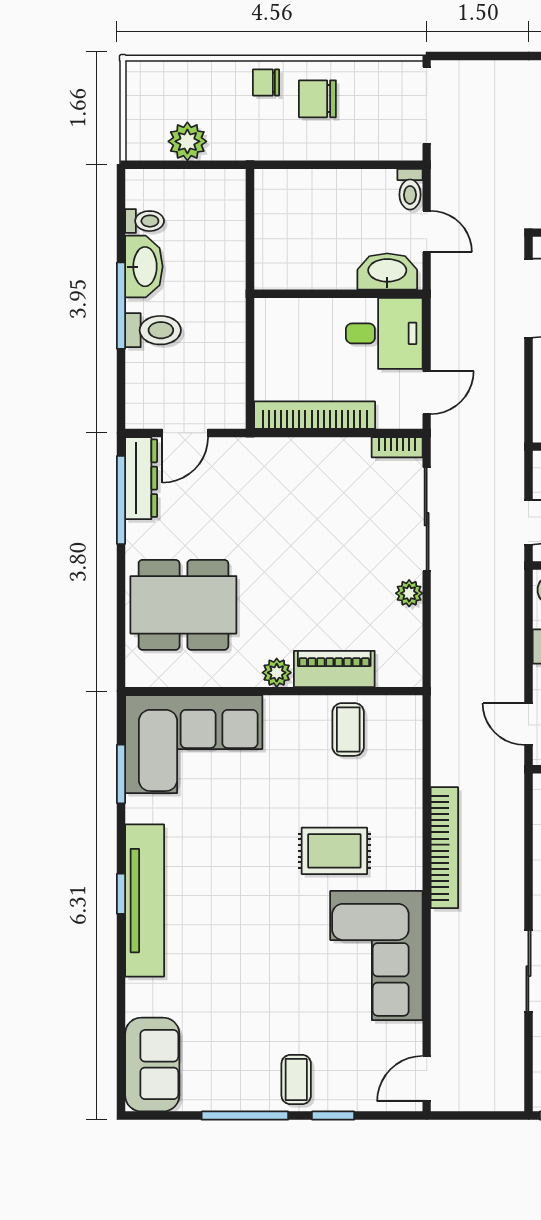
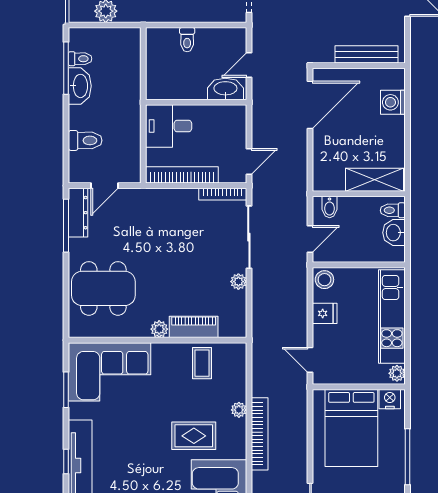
toilet: (410, 189) -> (187, 40), moved
door: (427, 231) -> (249, 65), swing flipped
window: (121, 306) -> (66, 68), moved
toilet: (153, 330) -> (85, 140), moved
desk: (384, 333) -> (169, 126), moved, turned 180
bookcase: (397, 447) -> (223, 194), width x1.56
plant: (410, 807) -> (239, 410), added

